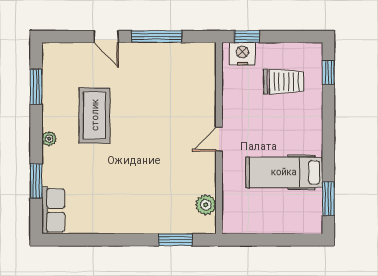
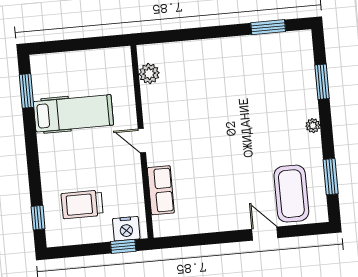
window: (157, 37) -> (214, 238), removed
coffee table: (95, 115) -> (291, 194), moved
door: (219, 139) -> (142, 141), swing flipped
row of seats: (53, 210) -> (161, 190), moved, turned 180
window: (175, 240) -> (268, 27), moved

